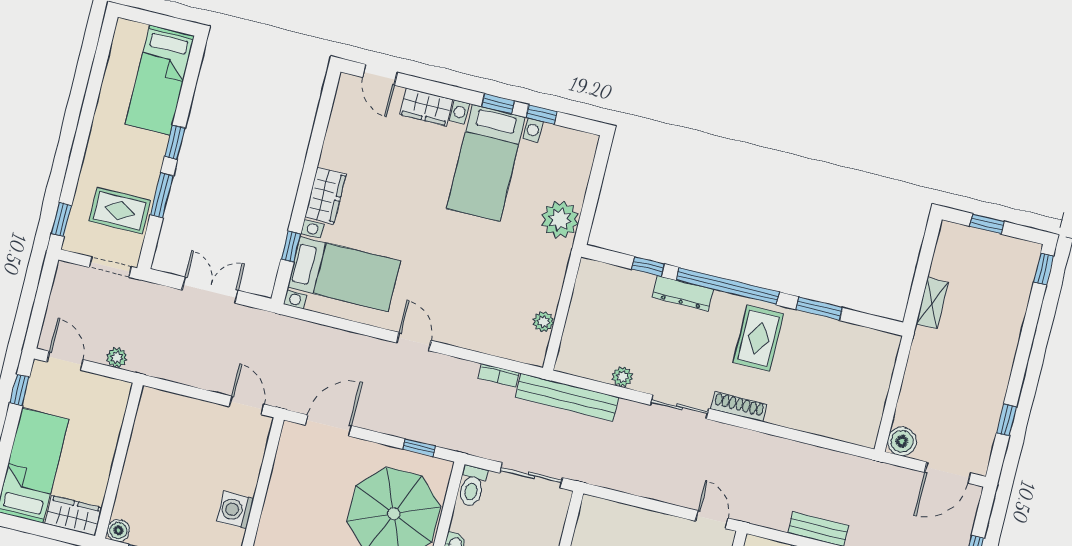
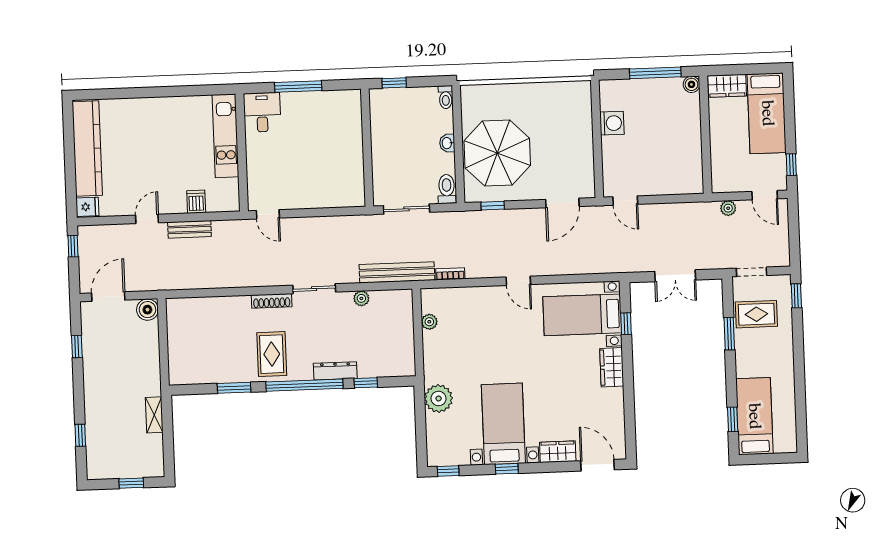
door: (380, 75) -> (597, 465), width x1.38
window: (541, 114) -> (448, 471), moved
window: (175, 142) -> (733, 419), moved
window: (1044, 269) -> (80, 435), moved

